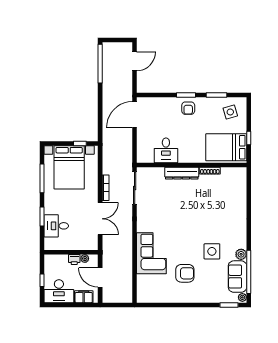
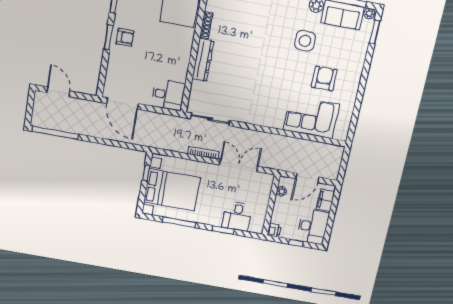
desk: (166, 150) -> (168, 95), moved
corner sofa: (151, 253) -> (311, 117), moved
printer: (74, 259) -> (274, 230), moved

